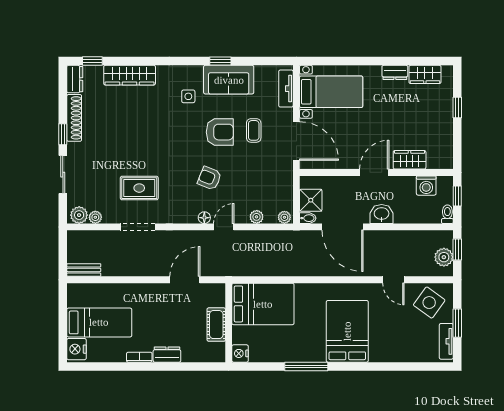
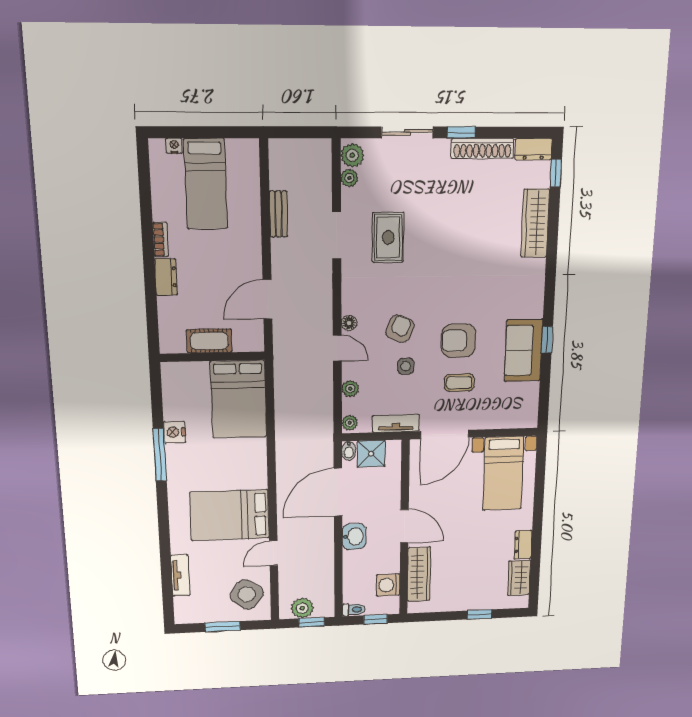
tv unit: (286, 89) -> (396, 423), moved
side table: (188, 96) -> (406, 366), moved
armchair: (220, 132) -> (458, 341), turned 90
wardrobe: (410, 160) -> (419, 574), width x1.50
bench: (84, 270) -> (279, 214), moved
door: (185, 280) -> (267, 299), swing flipped
bed: (347, 331) -> (230, 515), moved, turned 180
tv unit: (446, 341) -> (180, 575), moved, turned 90
nightstand: (76, 349) -> (174, 146), width x0.53, depth x0.56
nightstand: (240, 353) -> (174, 432), moved, turned -90

